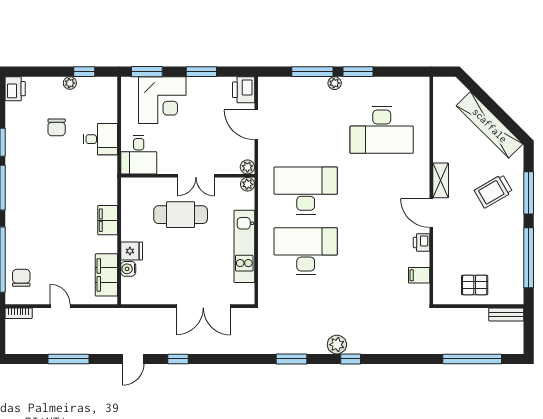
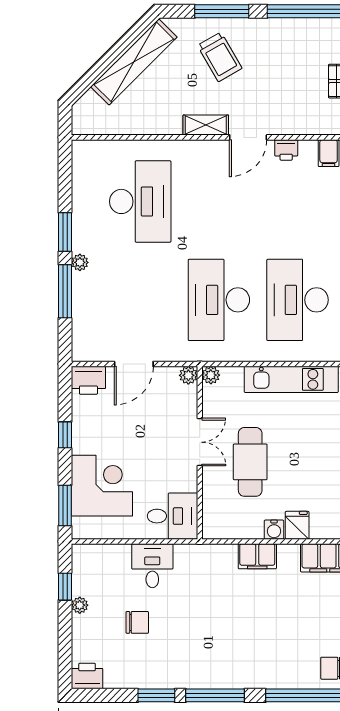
window: (201, 72) -> (65, 435), width x0.67
water cooler: (128, 269) -> (274, 530), moved

